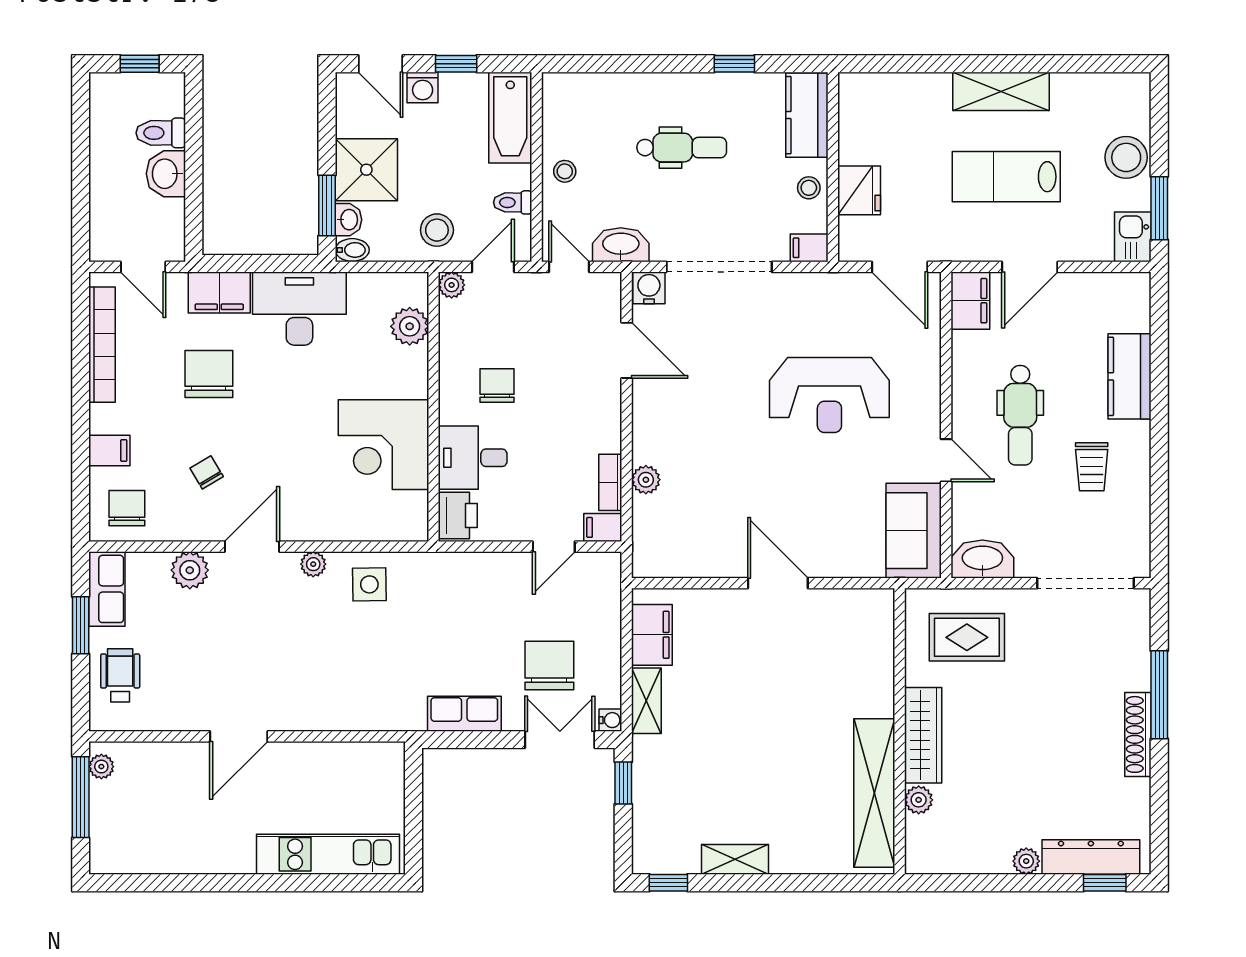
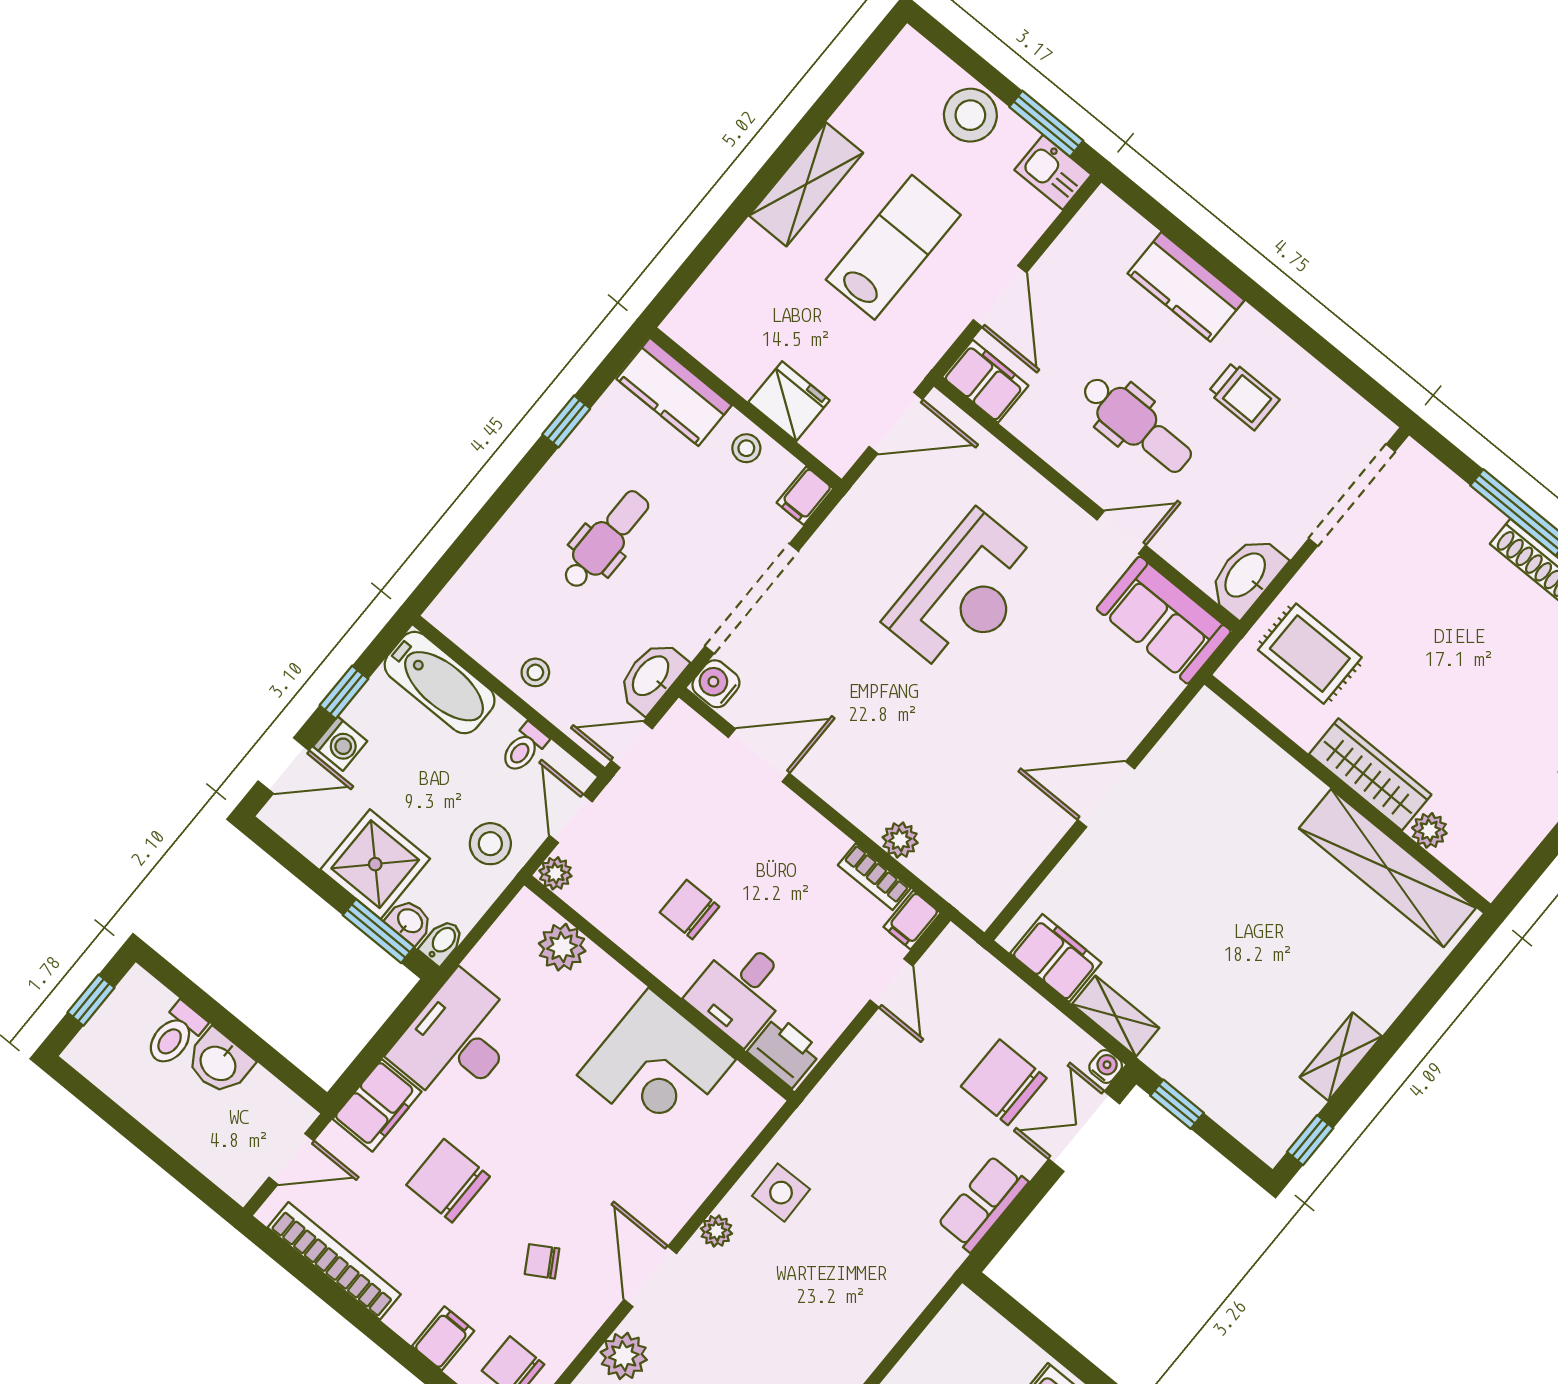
lab bench: (1006, 177) -> (893, 247), turned 180
rug: (967, 637) -> (1310, 654), turned 90

